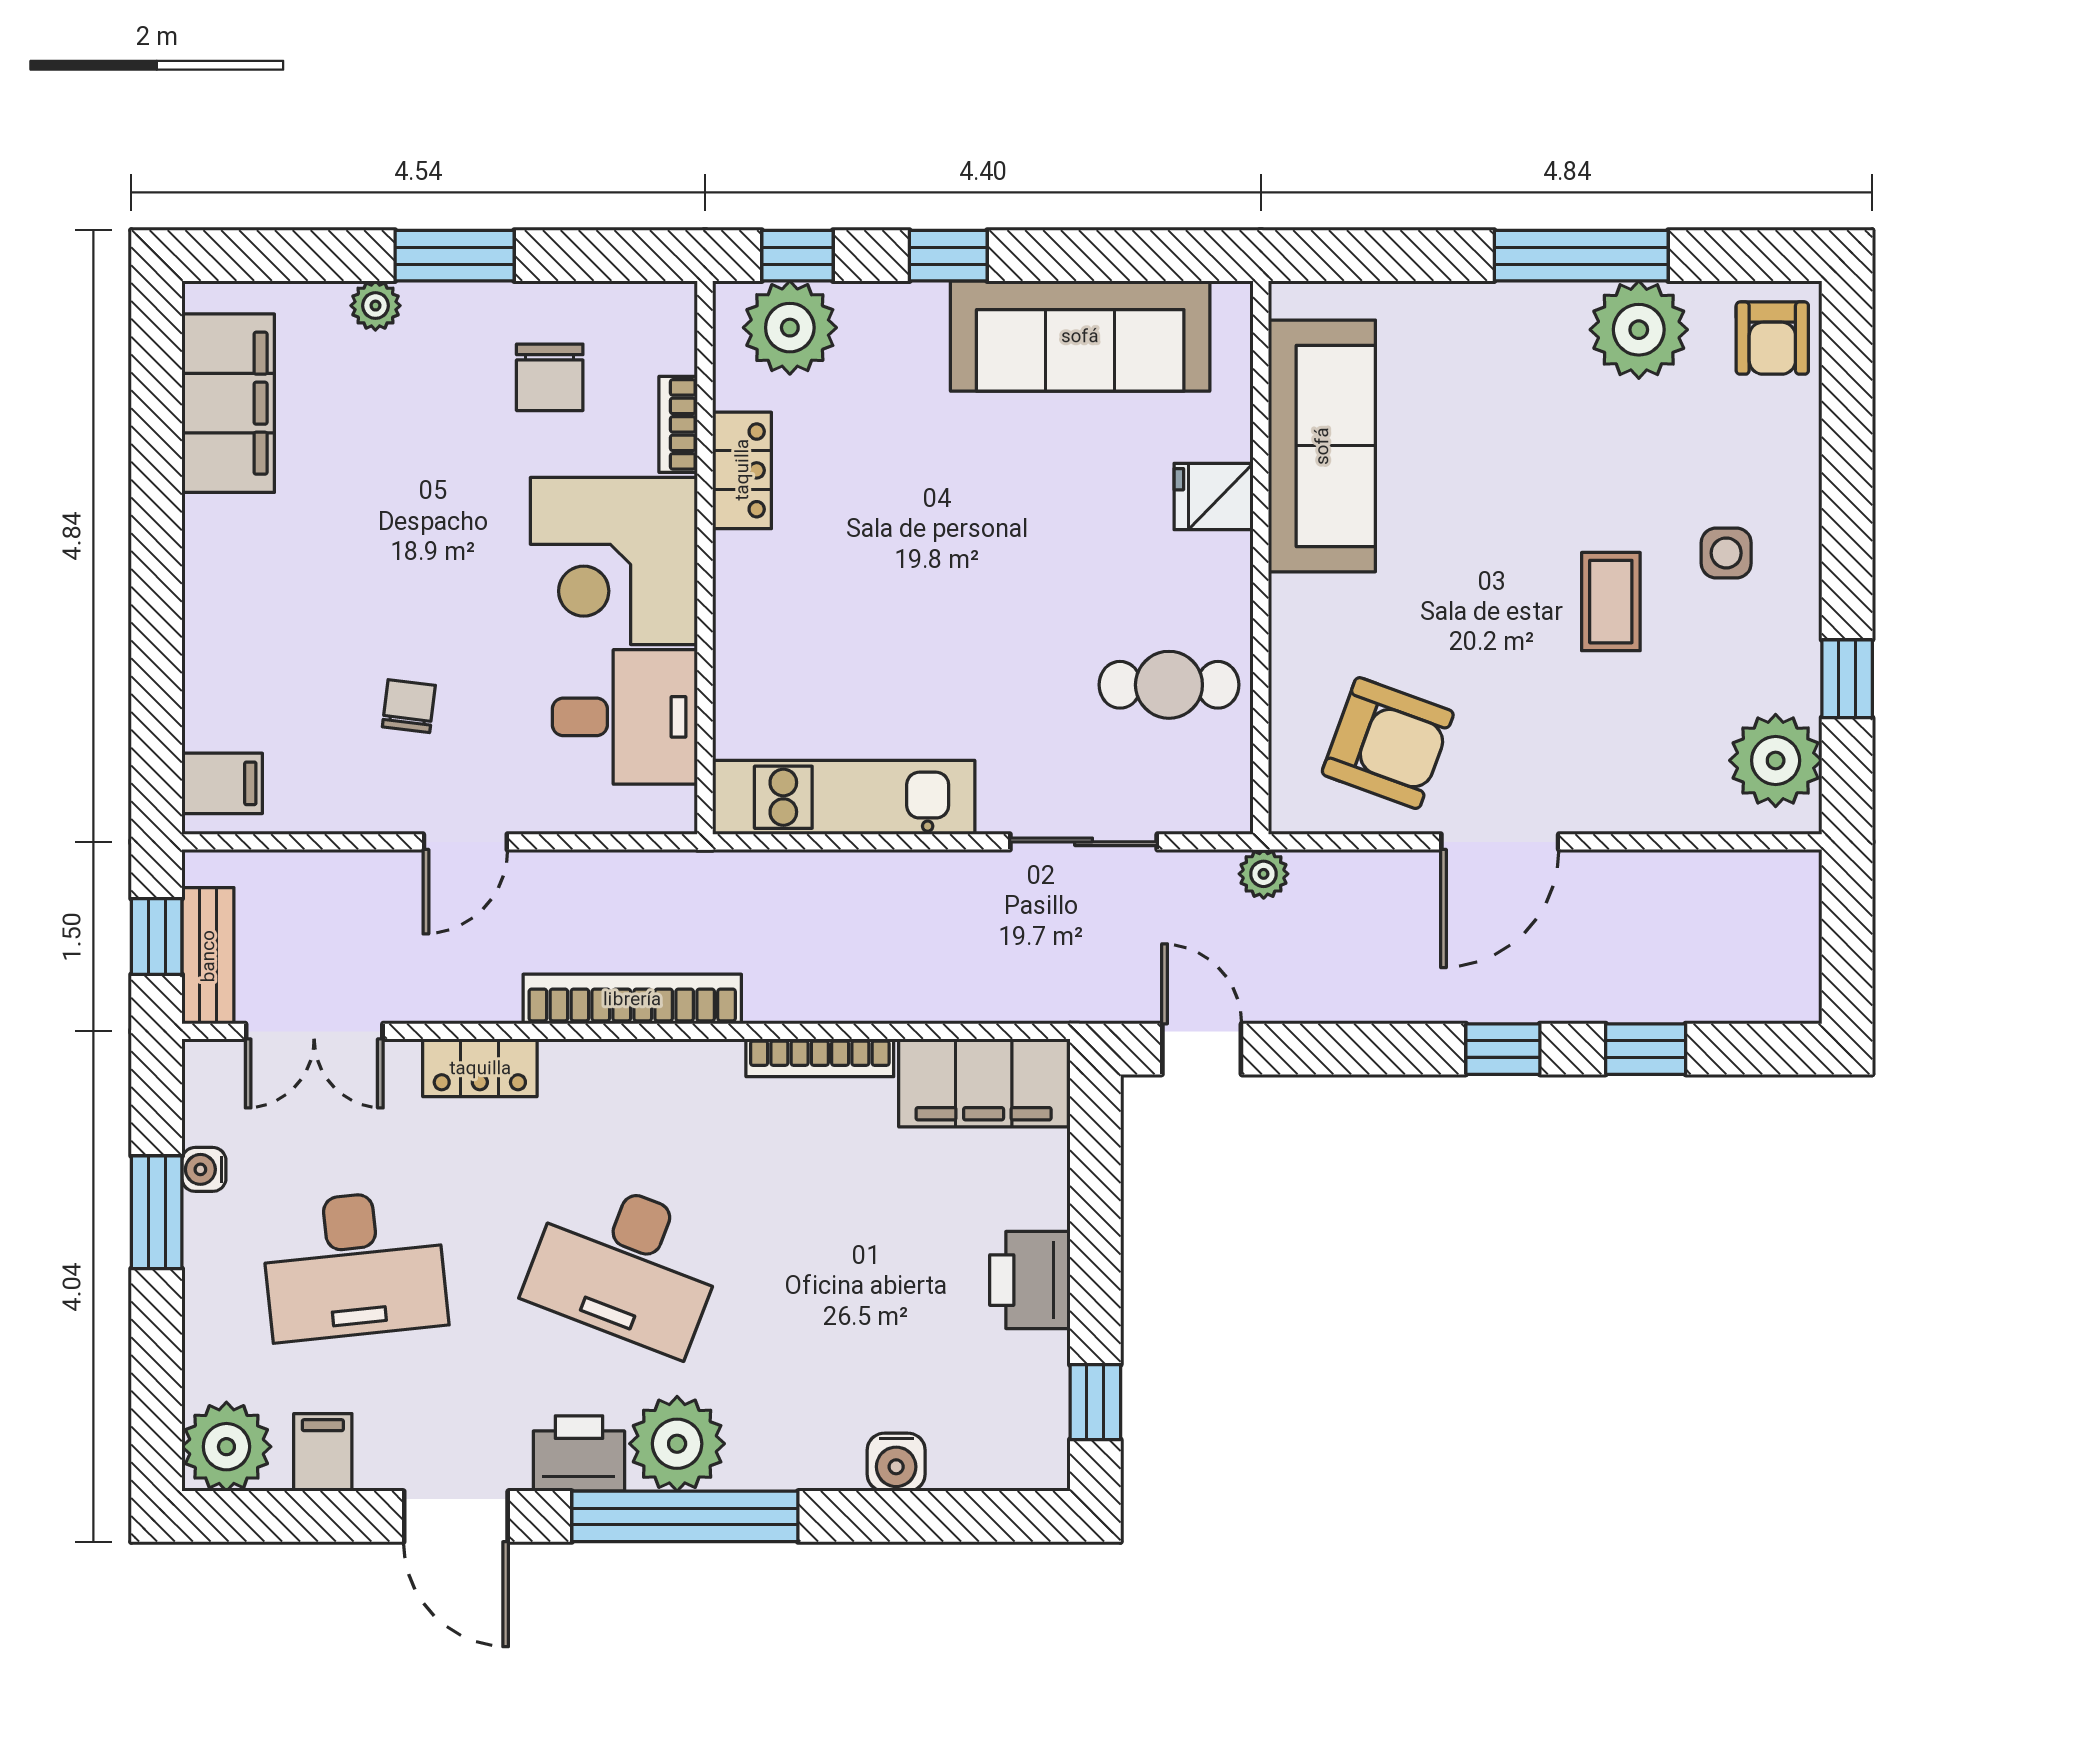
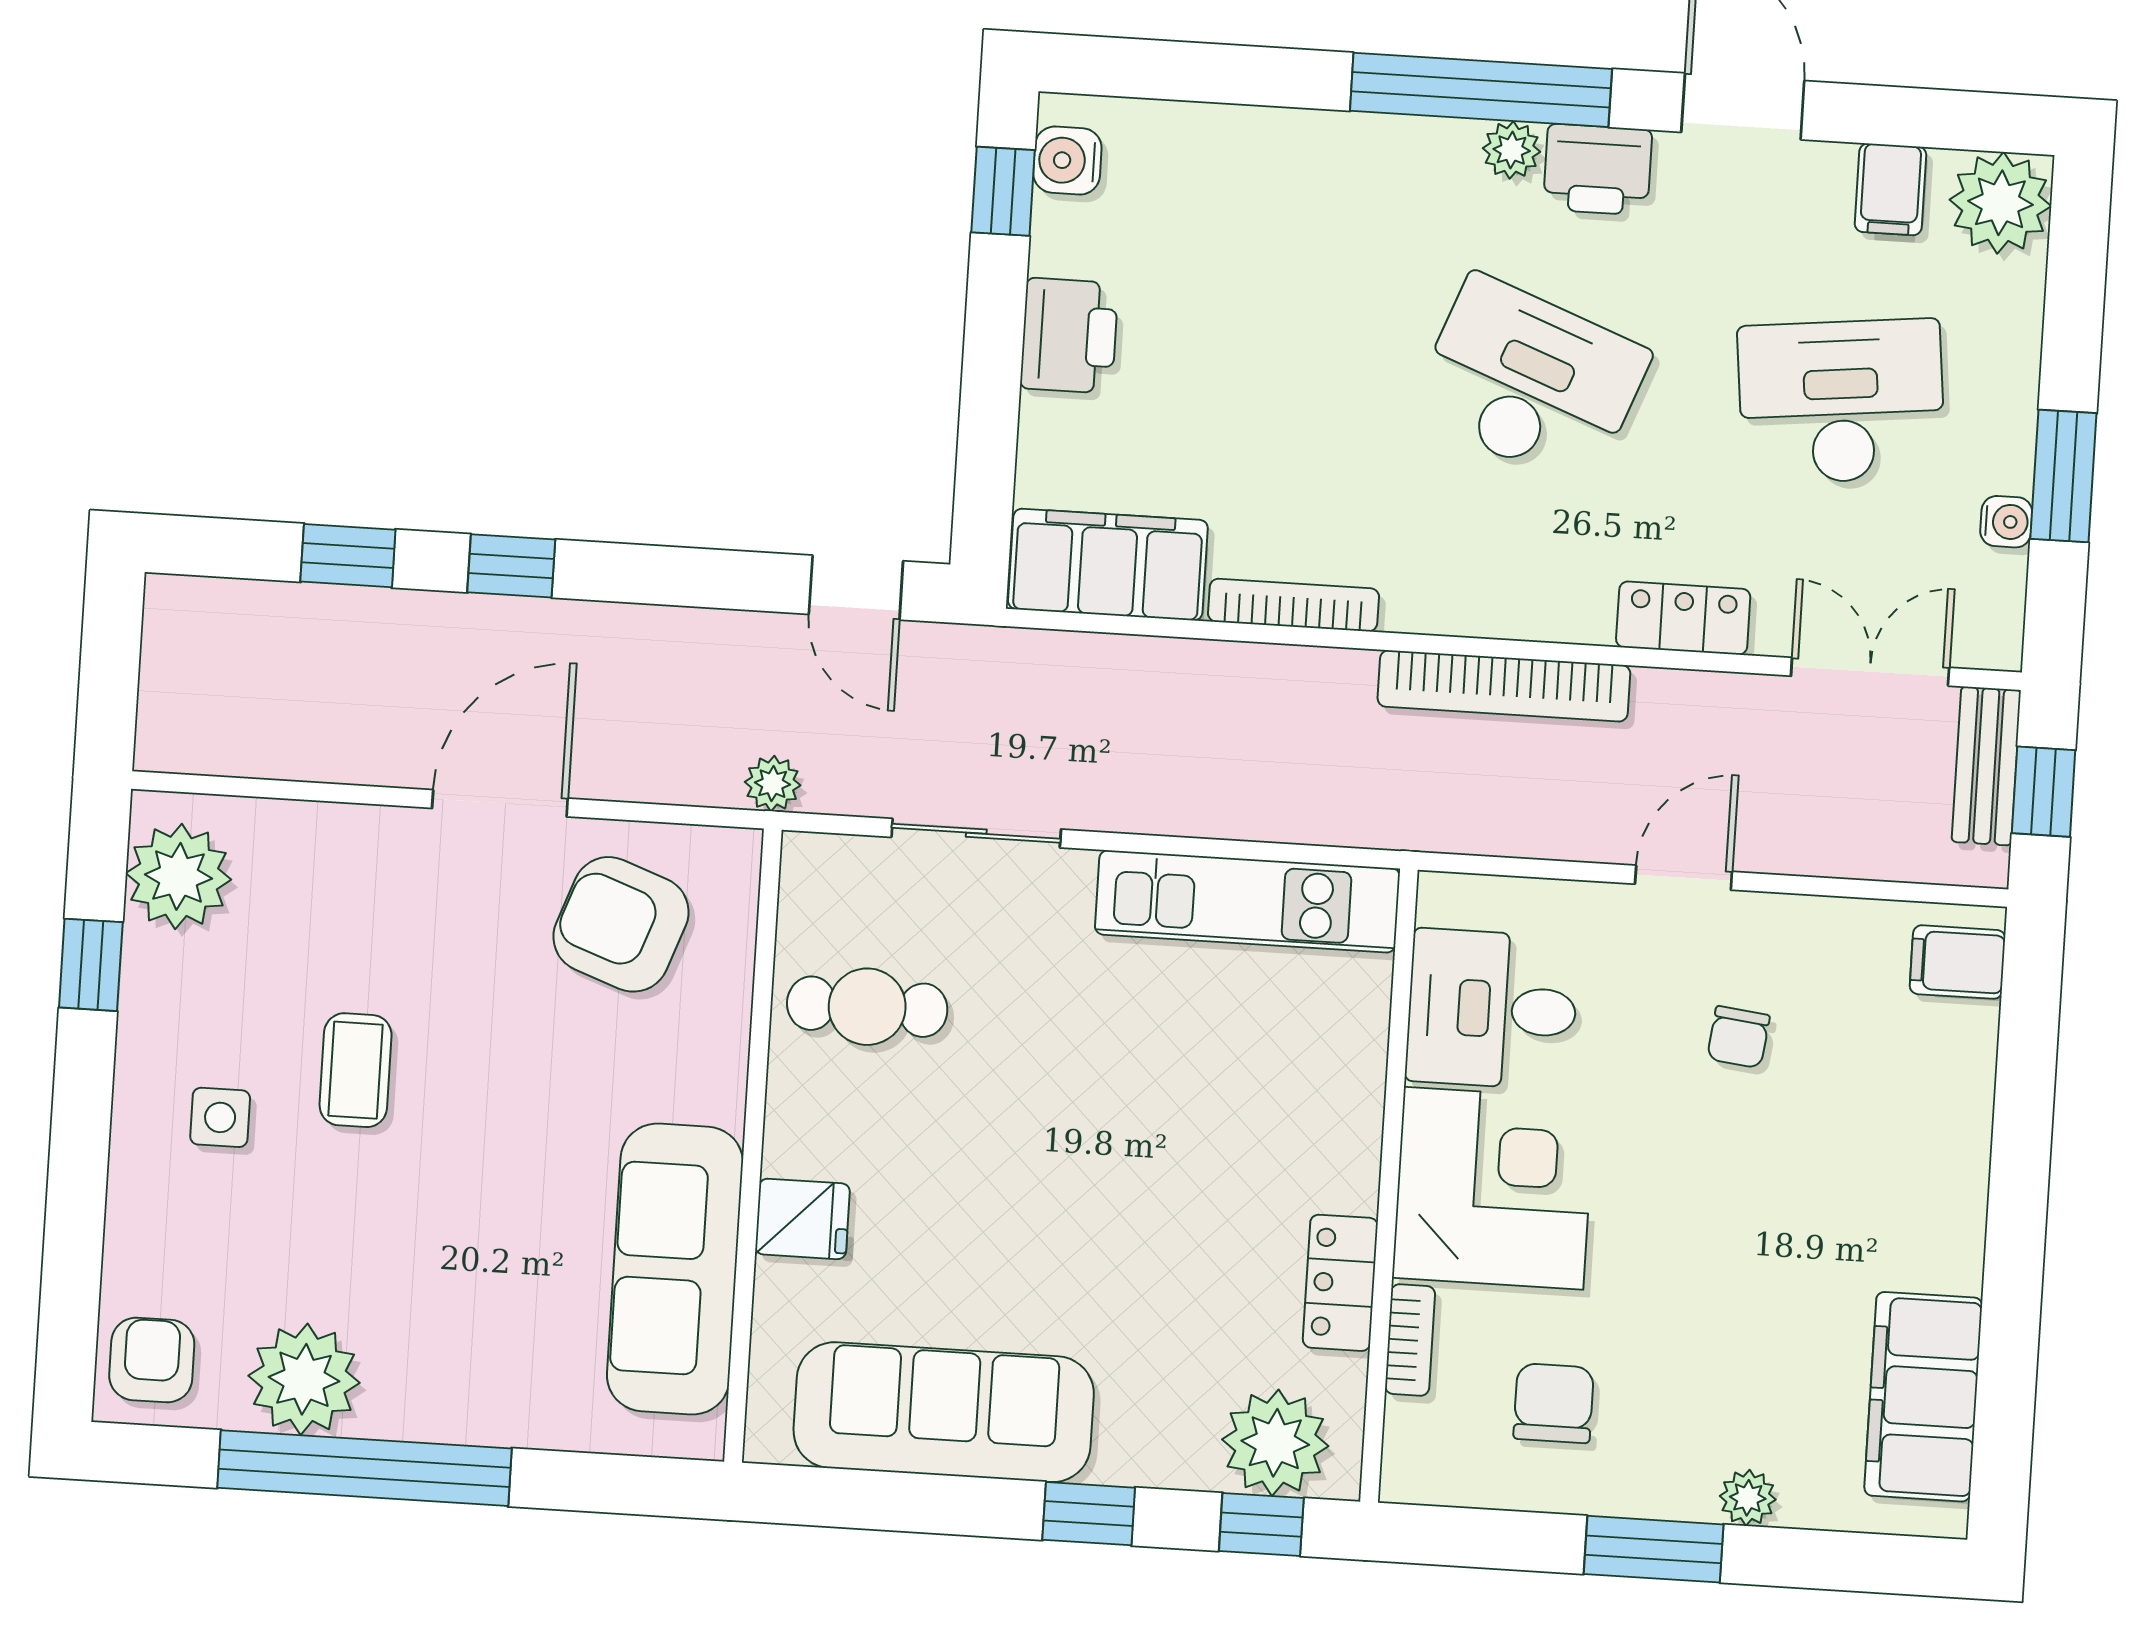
window: (1581, 256) -> (365, 1468), width x1.46
plant: (677, 1444) -> (1512, 150), width x0.53, depth x0.53
water cooler: (896, 1462) -> (1067, 161), moved, turned -90

